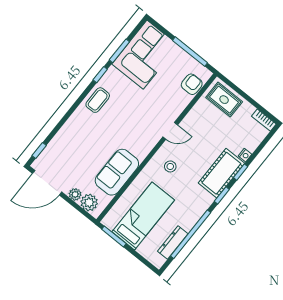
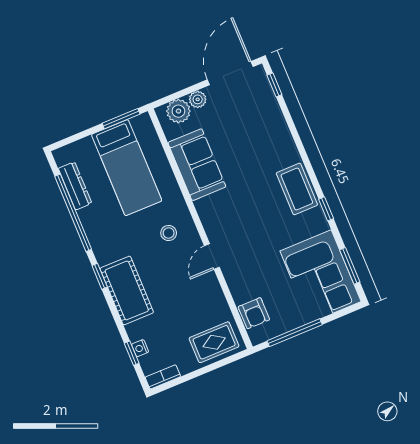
window: (119, 51) -> (350, 266), moved
coffee table: (98, 100) -> (297, 189), width x1.36, depth x1.30
nightstand: (245, 155) -> (140, 348), moved
window: (241, 172) -> (132, 353), moved

